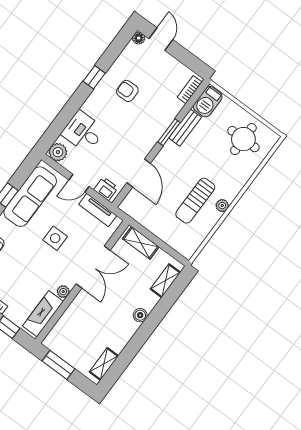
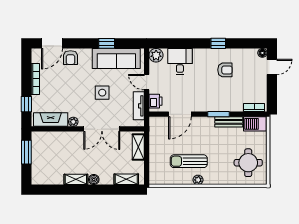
armchair: (127, 91) -> (225, 70), turned 90
shelving: (104, 364) -> (76, 179), moved

